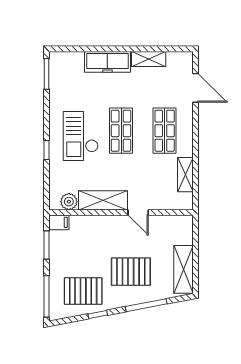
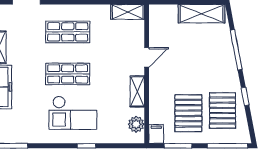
shelving: (185, 175) -> (128, 12), moved
shelving: (103, 200) -> (137, 91), width x0.67, depth x0.75
pallet: (131, 272) -> (188, 113), moved

